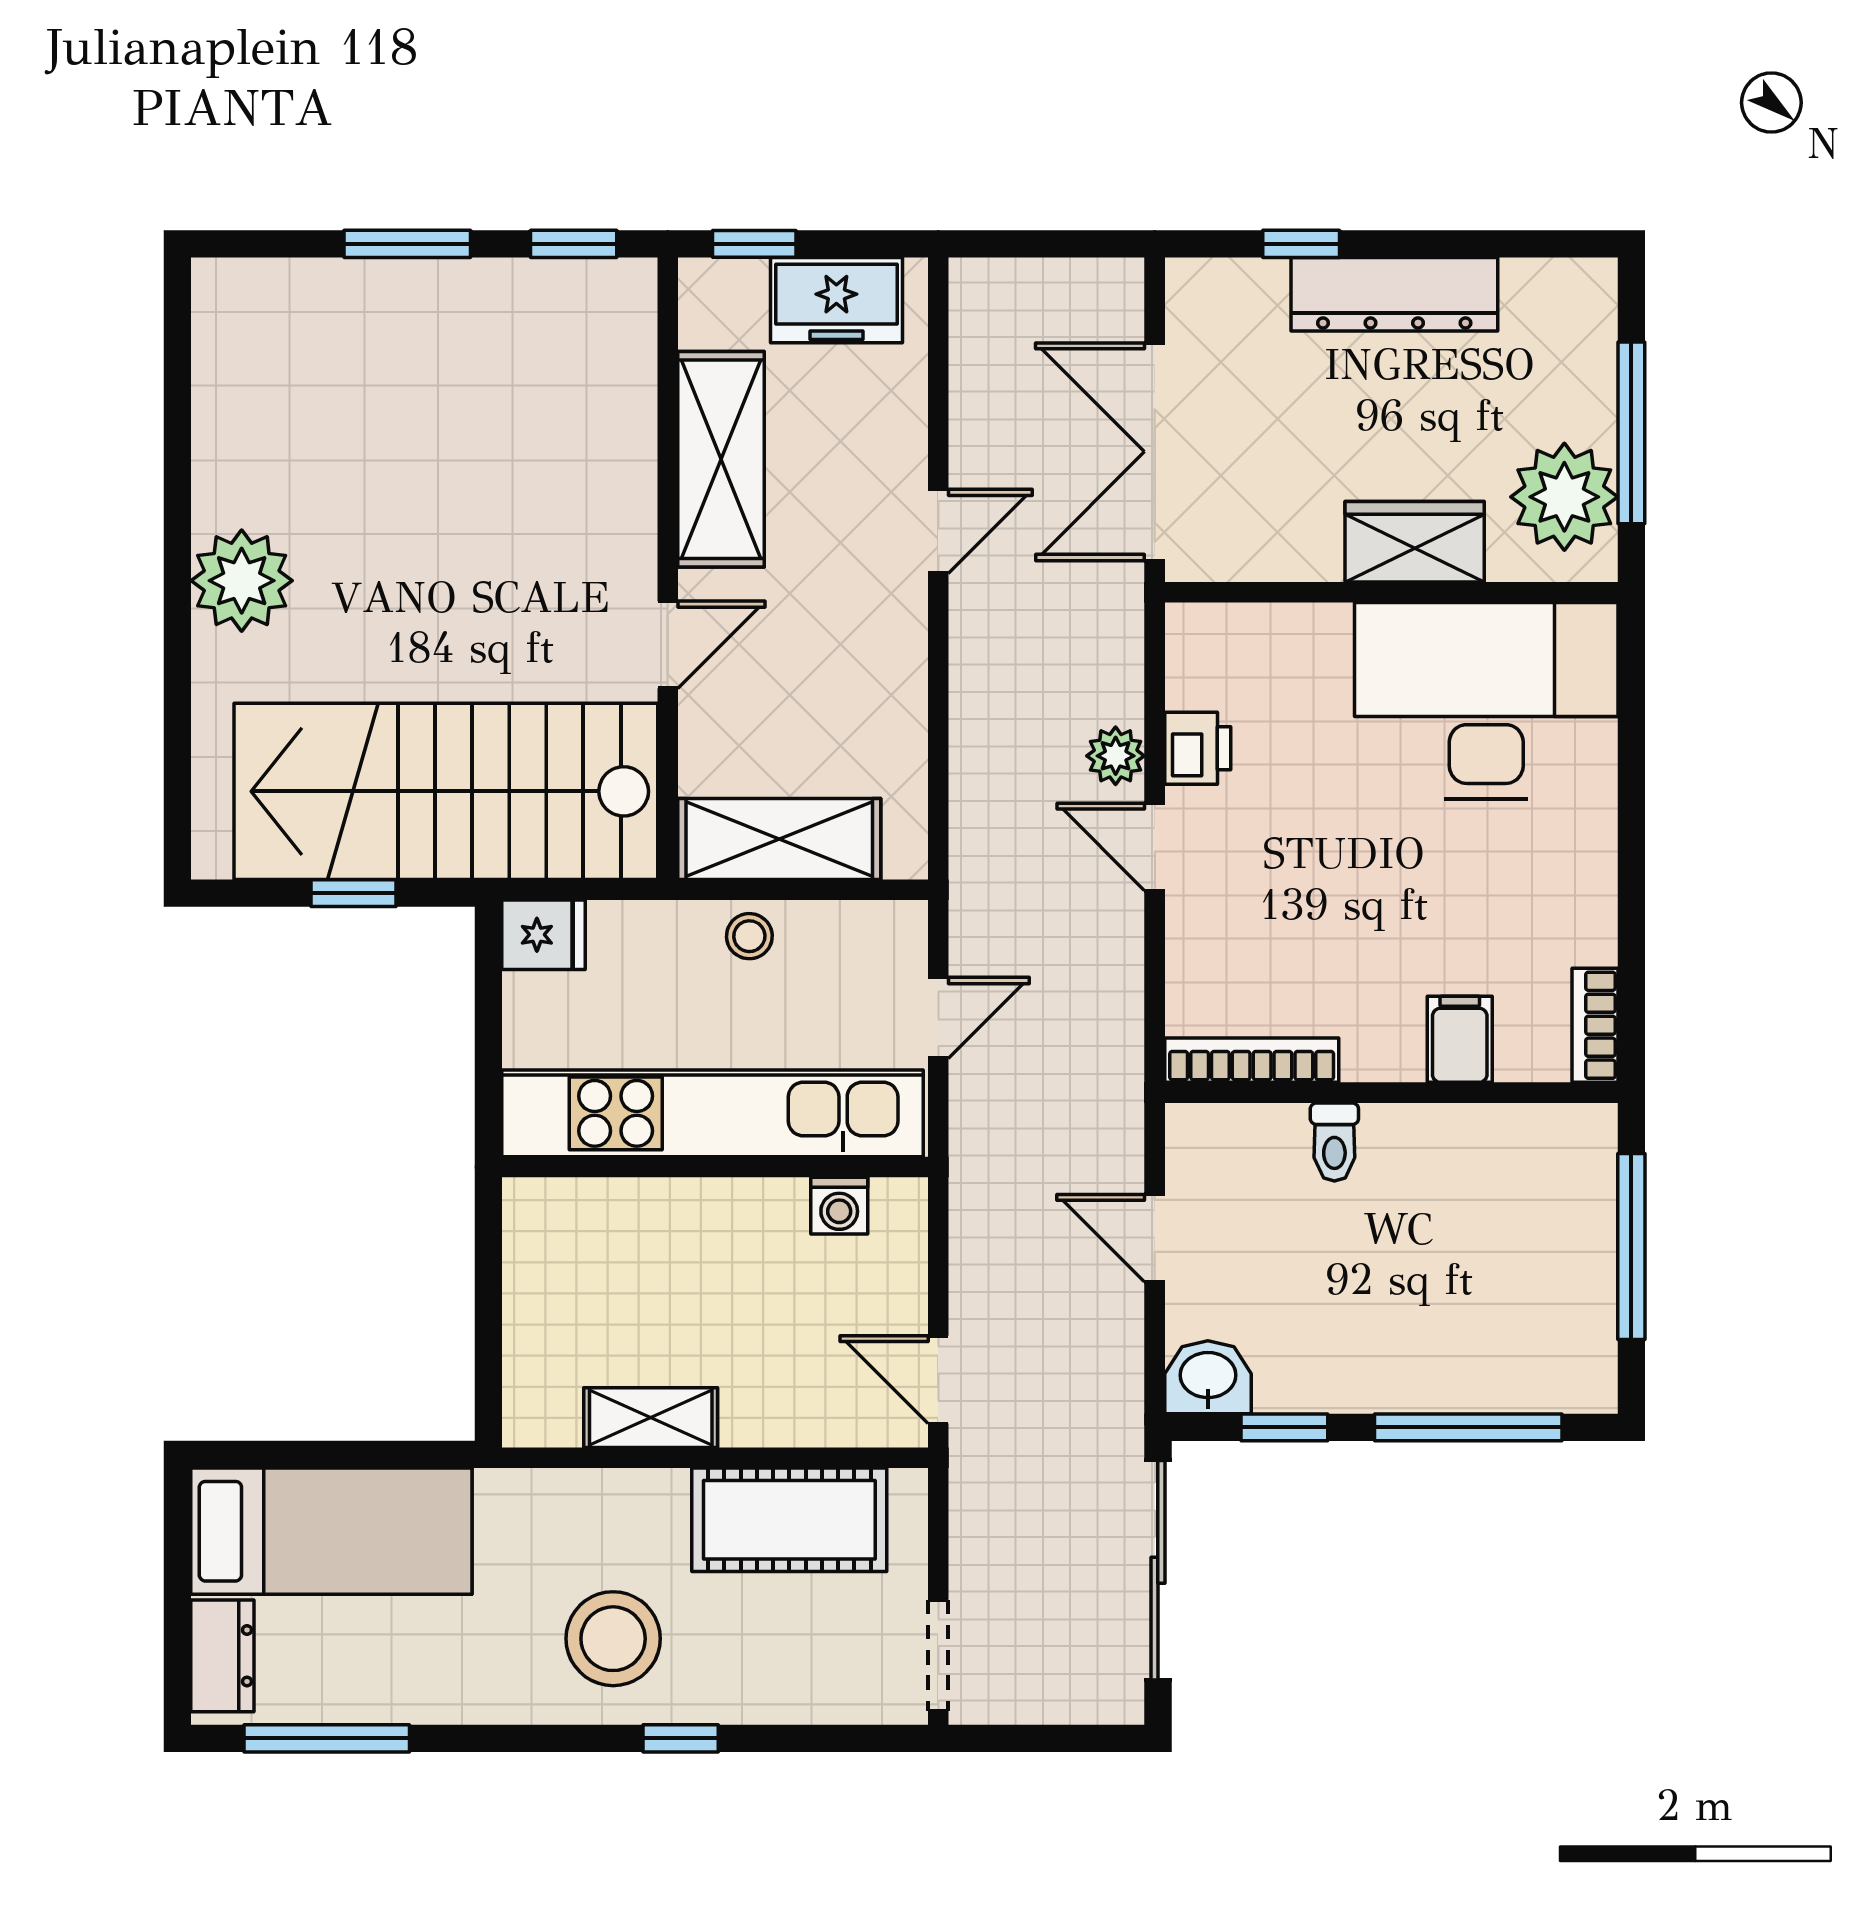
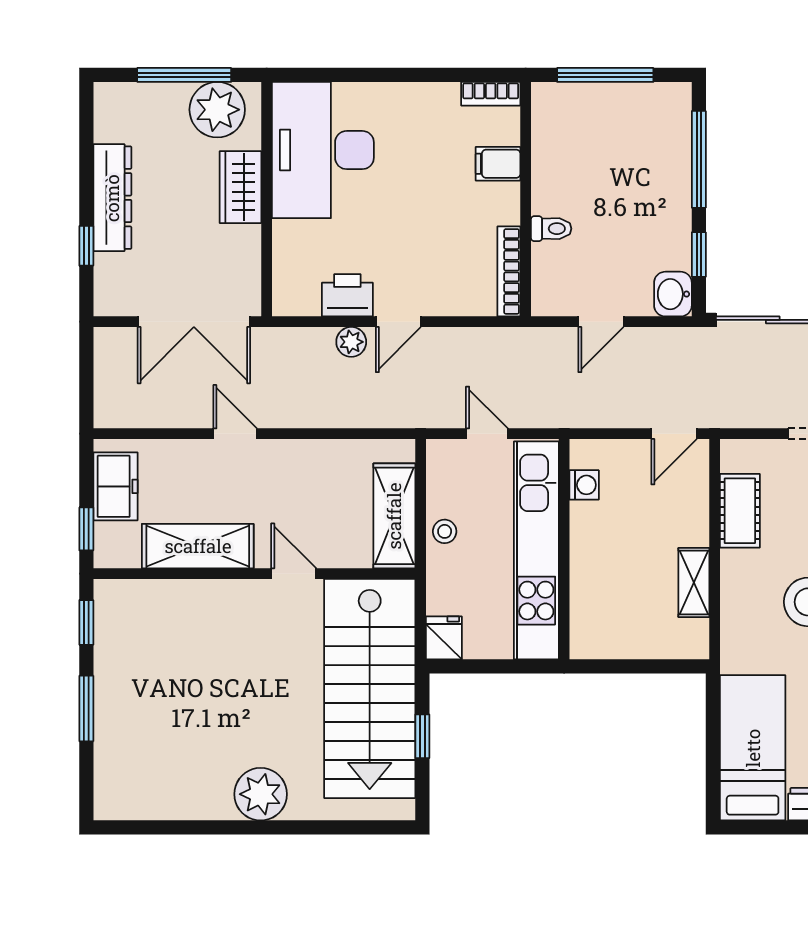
printer: (1198, 748) -> (347, 295), width x1.36, depth x1.24
cot: (789, 1520) -> (740, 511), width x0.73, depth x0.75

